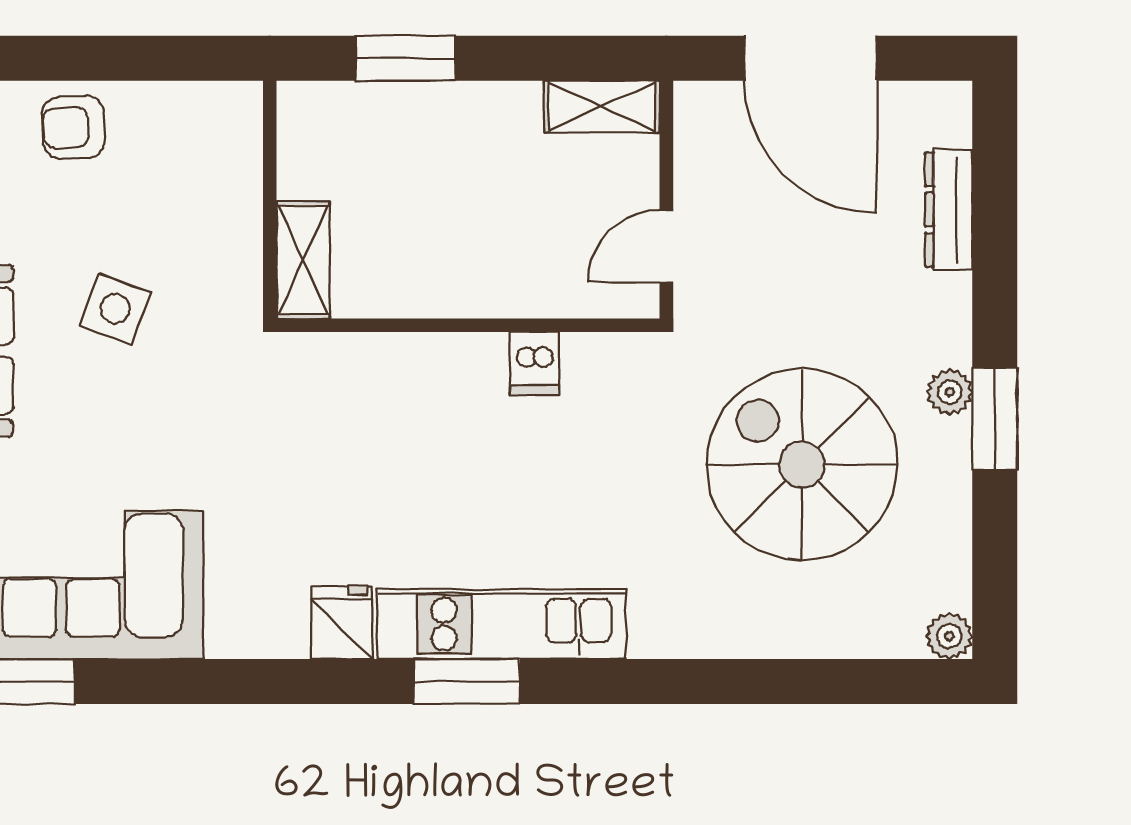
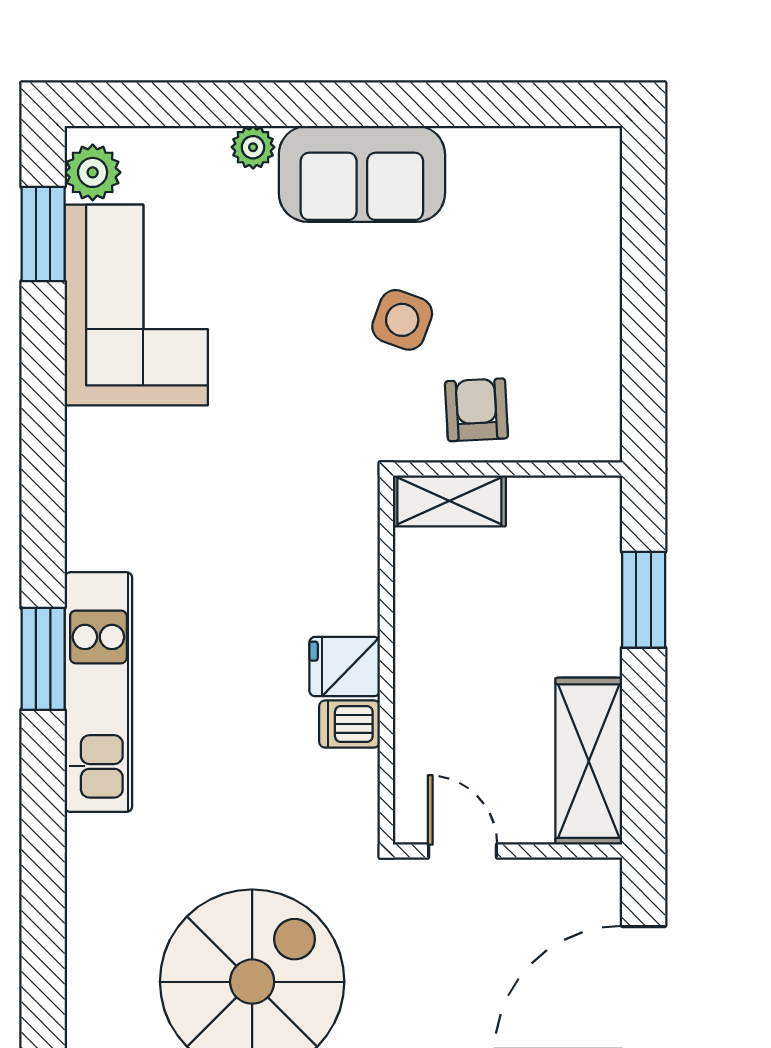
shelving: (602, 107) -> (589, 761), width x1.50, depth x1.33
armchair: (73, 127) -> (476, 410), moved
fridge: (342, 623) -> (345, 667), moved, turned 180

